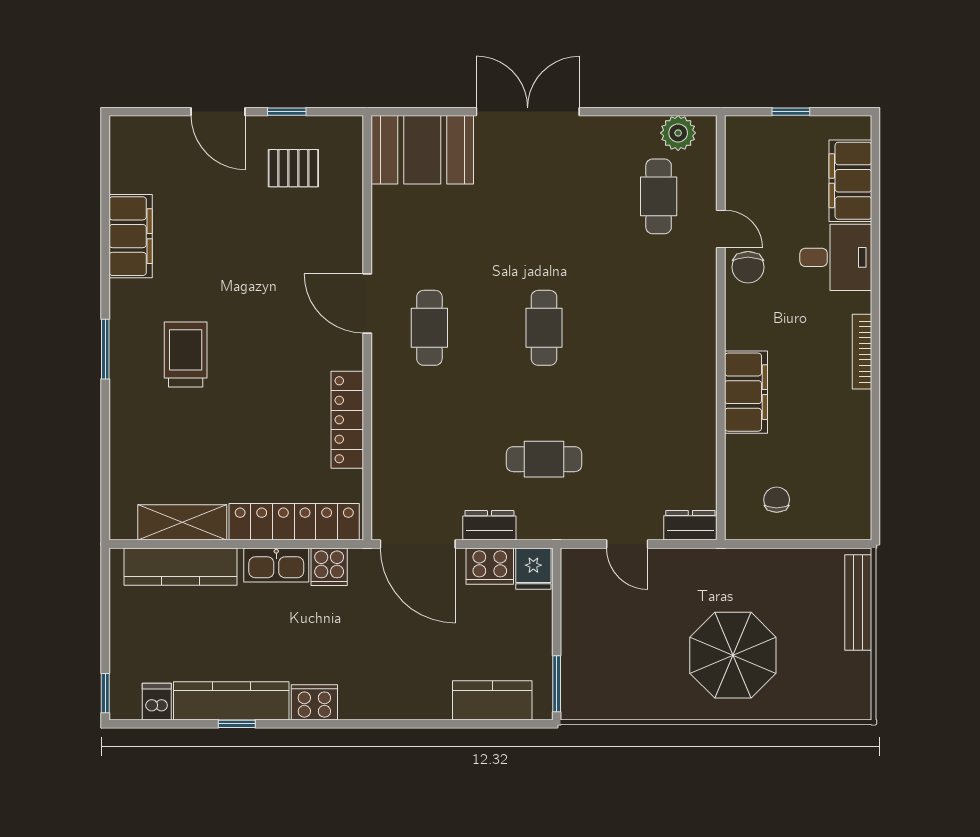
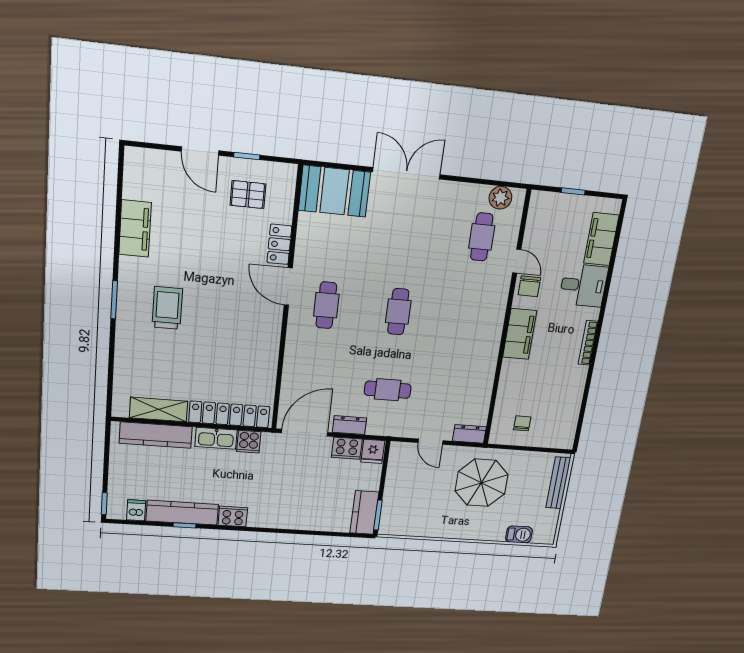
filing cabinet: (746, 392) -> (520, 334), moved
locker: (347, 420) -> (279, 244), moved, width x0.66
door: (418, 544) -> (305, 433), swing flipped
parasol: (733, 655) -> (481, 483), moved
kitchen counter: (492, 700) -> (364, 513), moved, turned -90
barbecue: (807, 704) -> (519, 534), added

